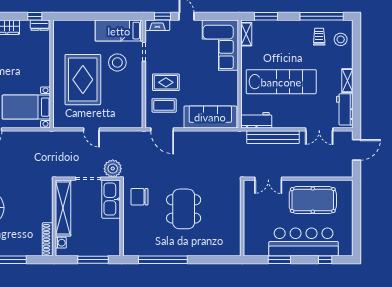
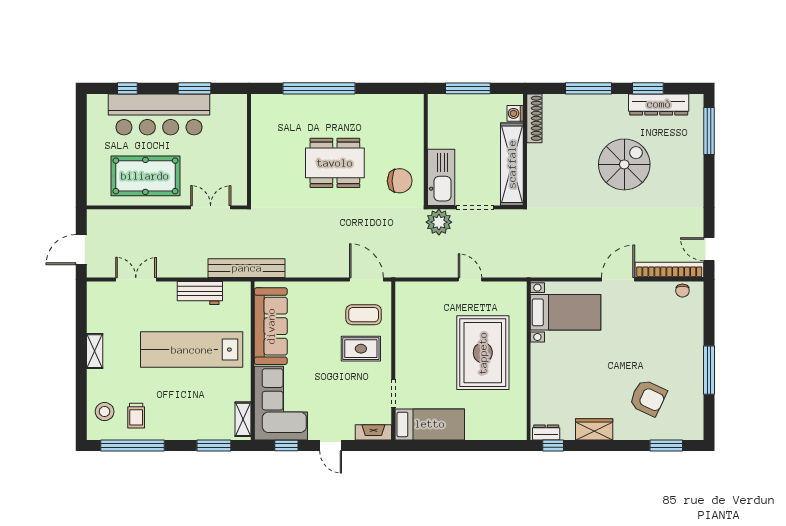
window: (162, 16) -> (286, 445), moved
stool: (117, 62) -> (432, 378), removed
workbench: (345, 109) -> (99, 309), removed
sofa: (210, 117) -> (271, 326), moved, turned -90
workbench: (256, 120) -> (200, 293), moved
bench: (273, 137) -> (247, 268), moved
dining table: (184, 209) -> (335, 163), turned 90
window: (163, 260) -> (319, 88), moved

